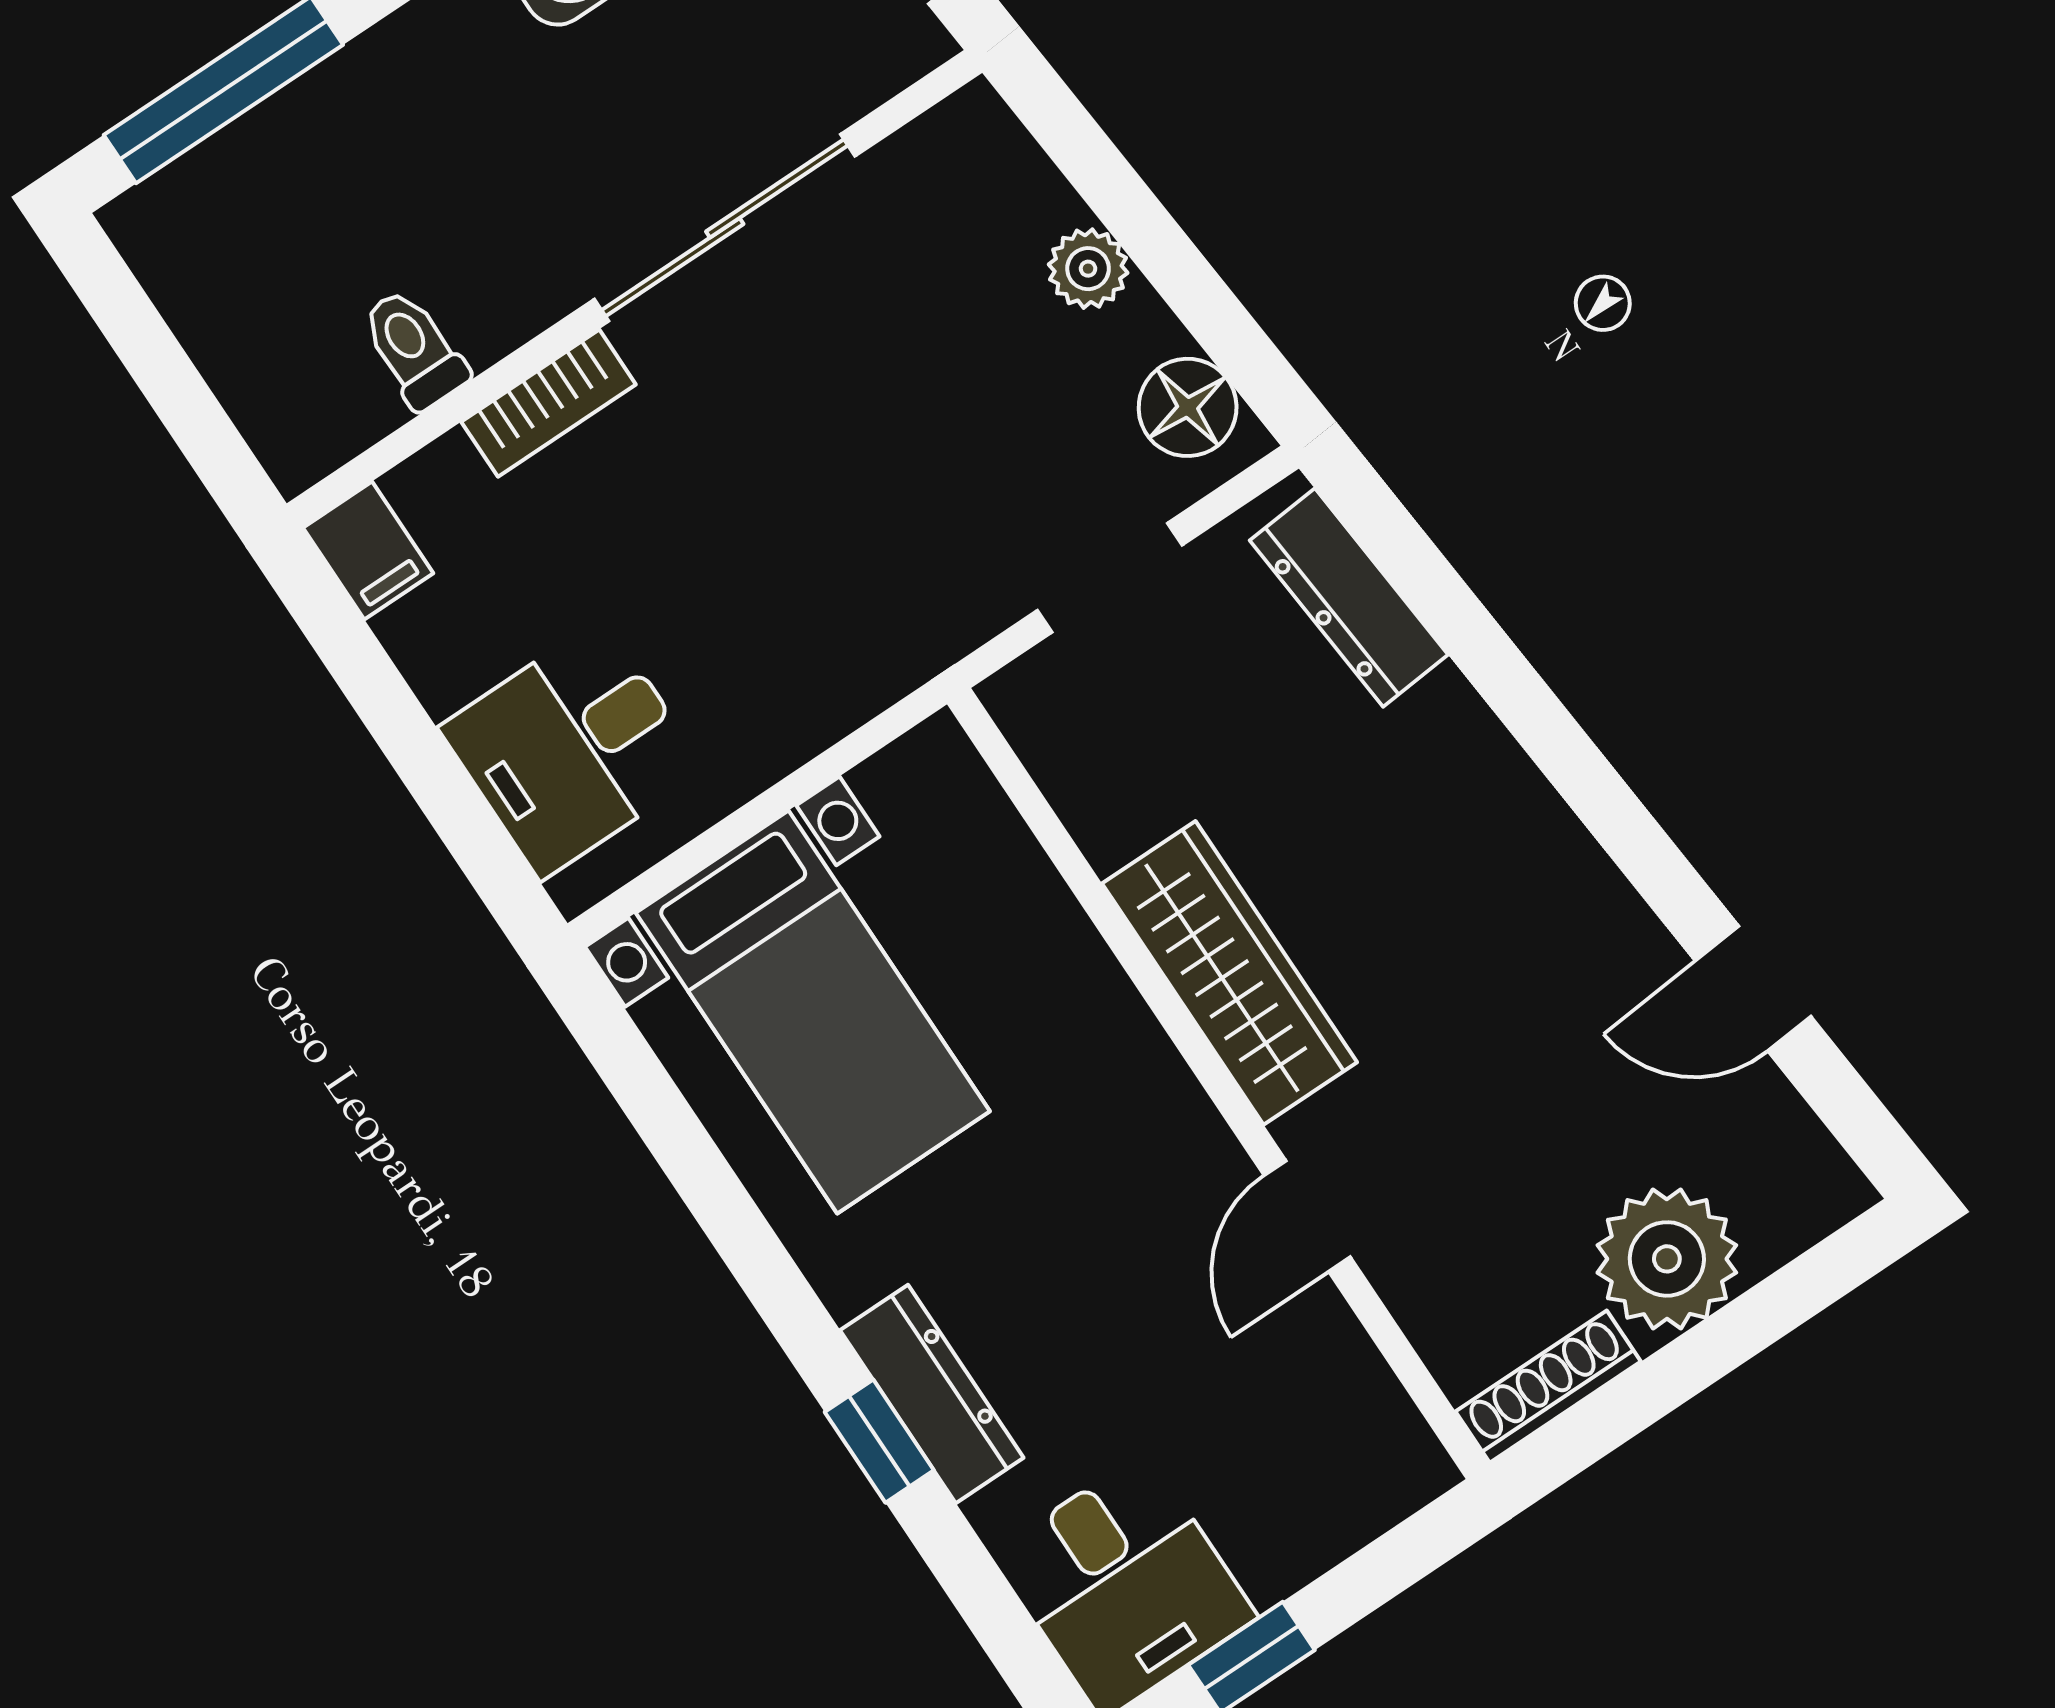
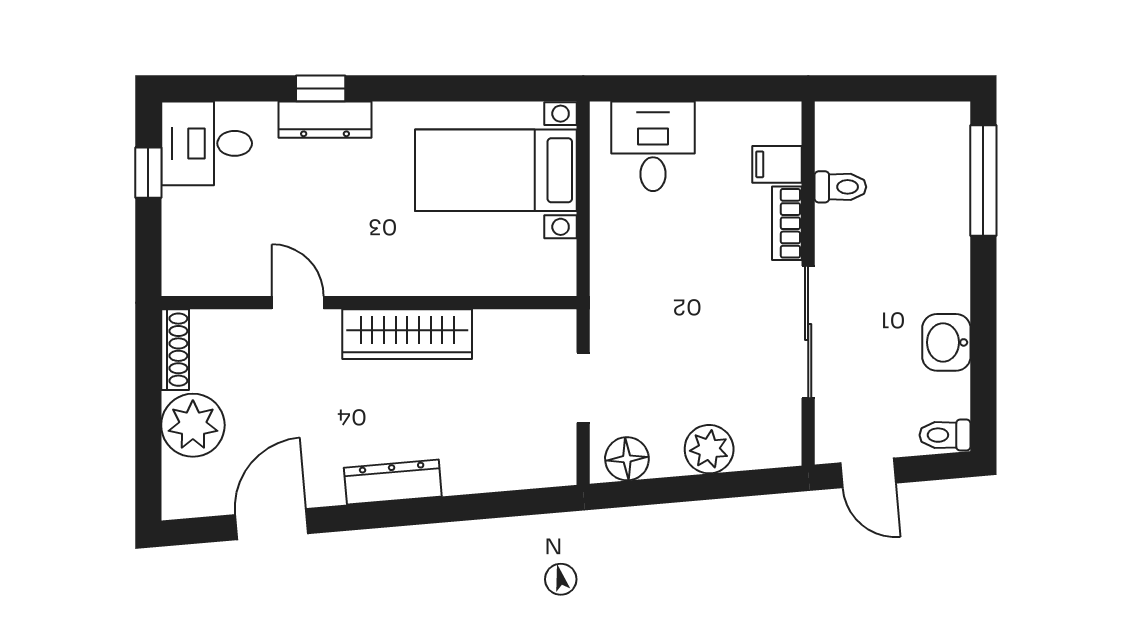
plant: (1088, 269) -> (709, 449), width x1.38, depth x1.38
filing cabinet: (368, 551) -> (777, 164), moved
dresser: (1349, 597) -> (393, 482), moved
door: (1753, 989) -> (272, 524), width x1.38

